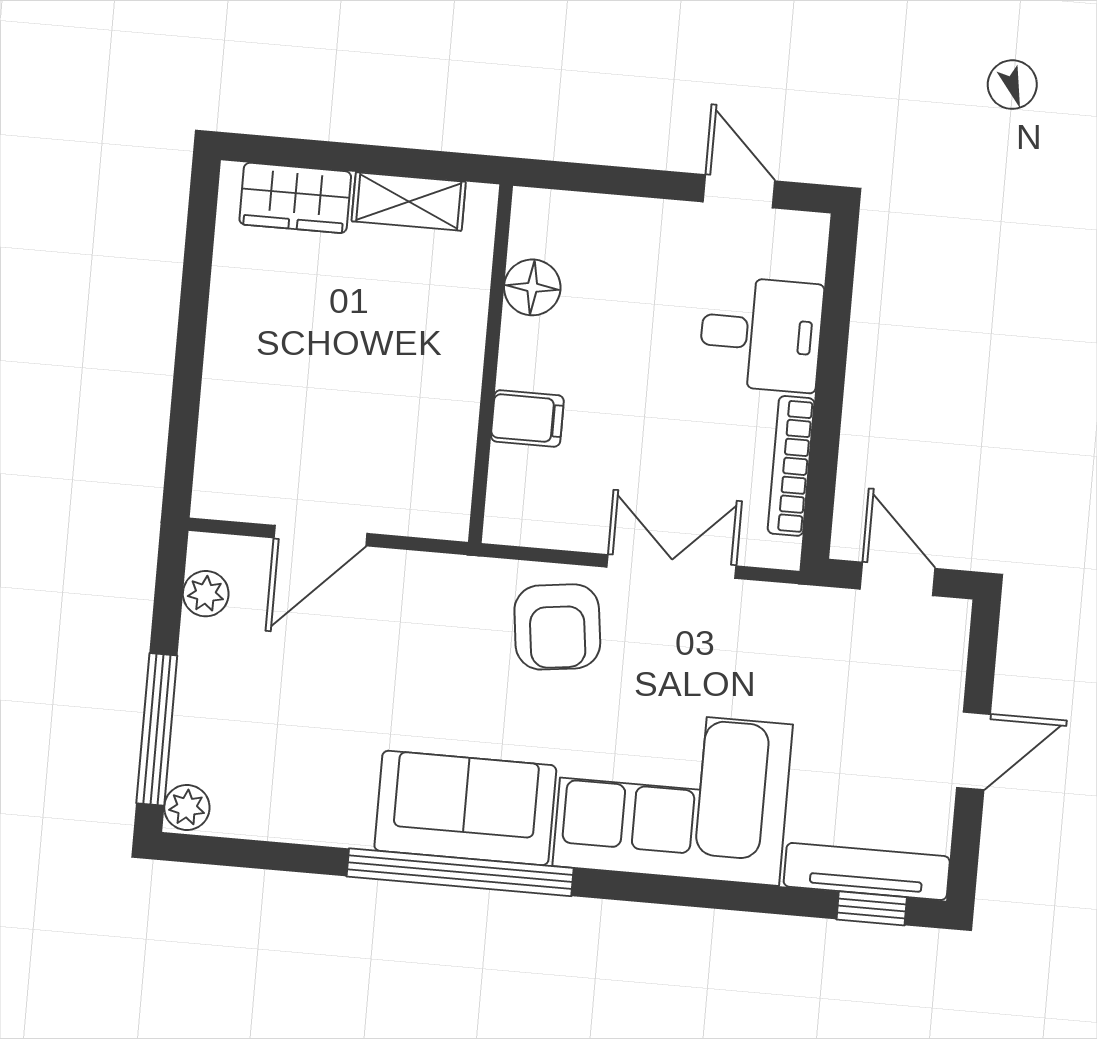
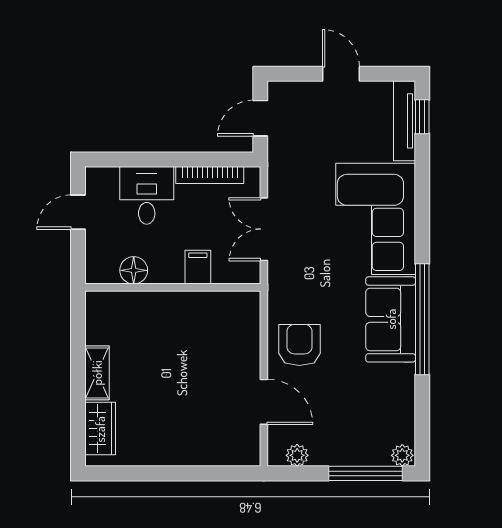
floor lamp: (532, 287) -> (134, 270), moved
wall: (491, 364) -> (173, 287), moved
filing cabinet: (527, 418) -> (198, 267), moved
armchair: (557, 627) -> (299, 345), moved, turned -83

